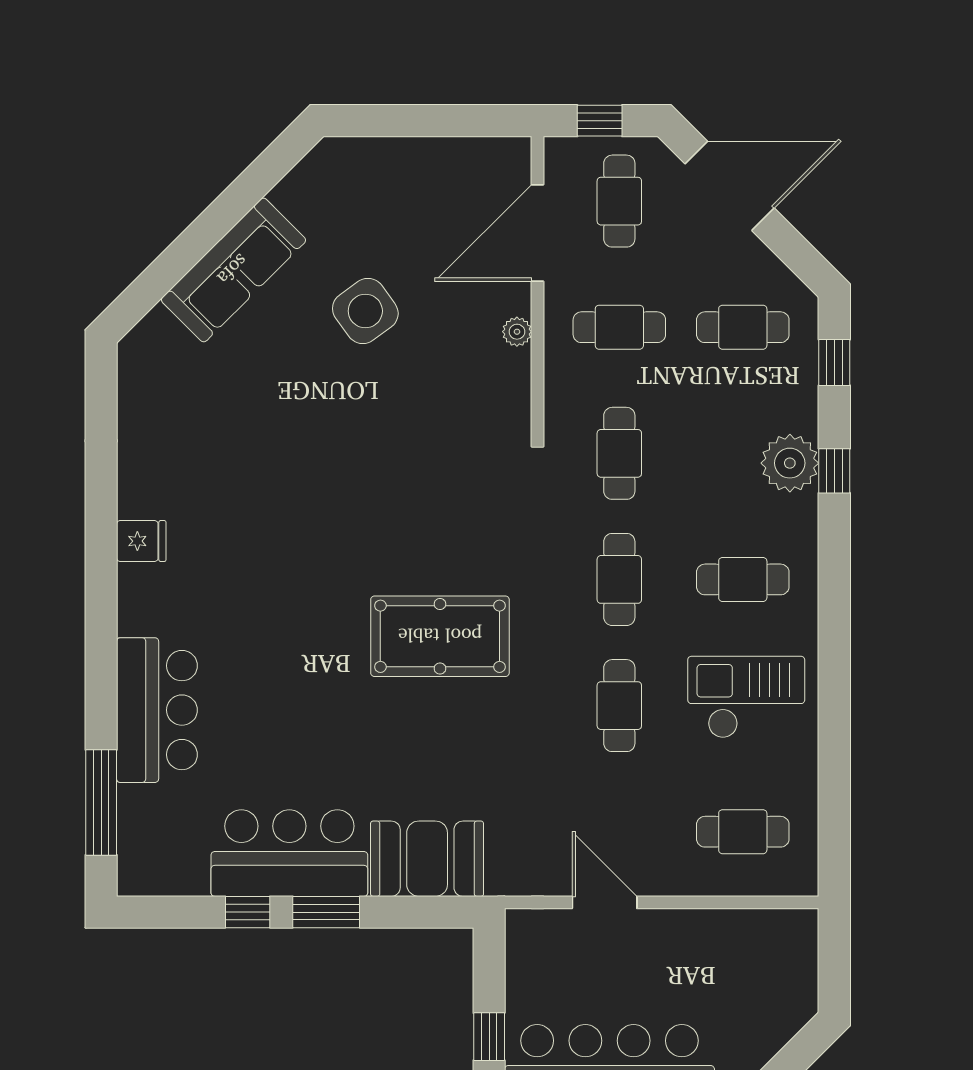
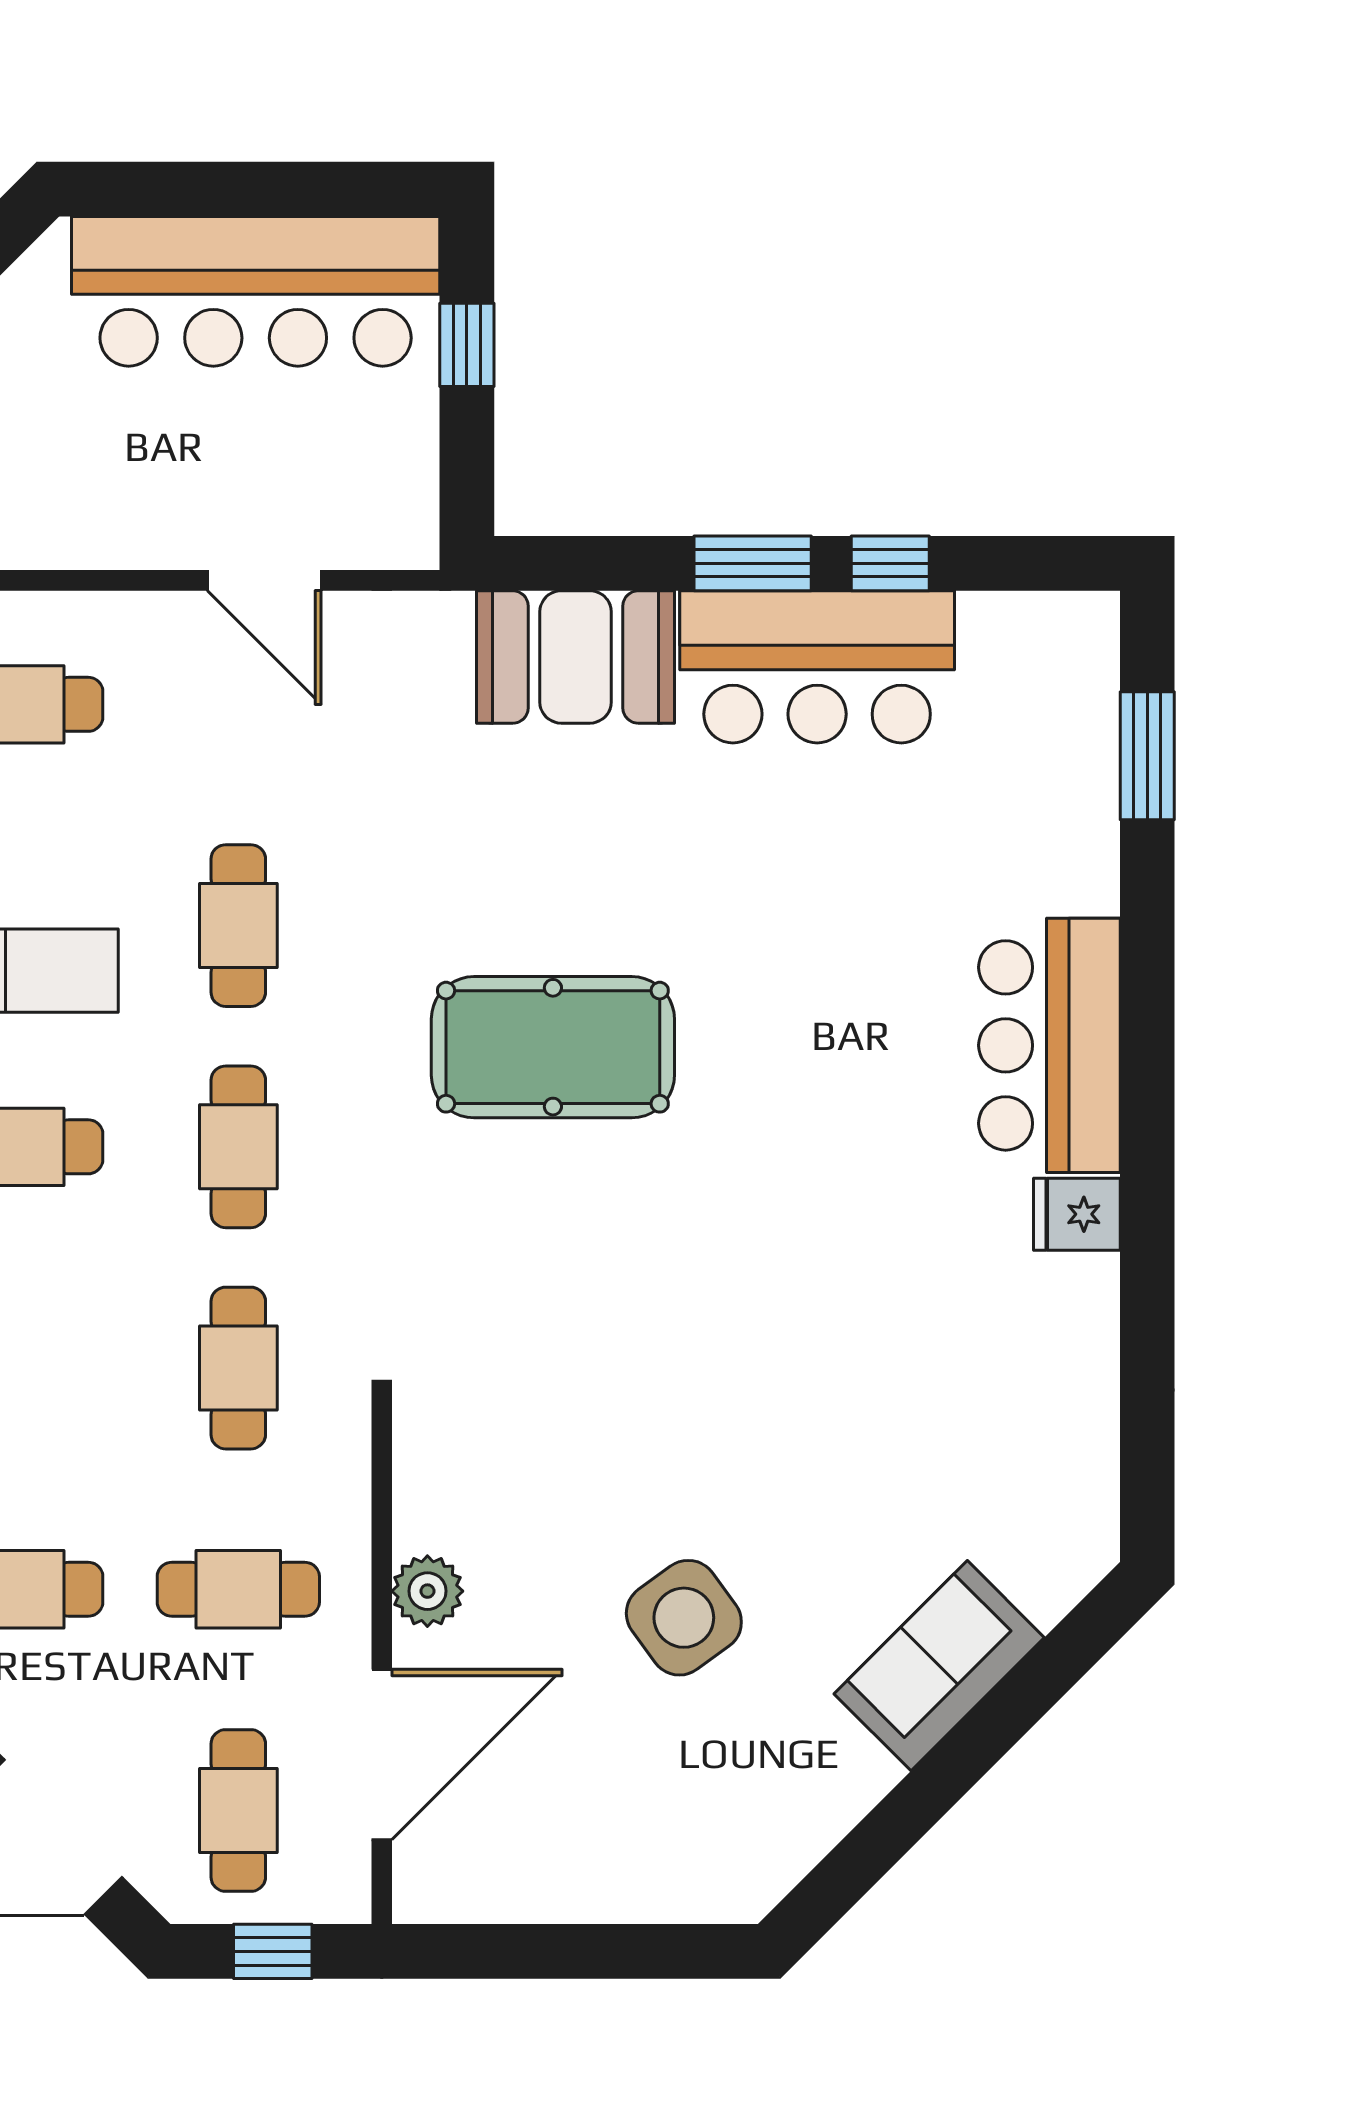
sofa: (233, 270) -> (939, 1666), width x0.73
plant: (517, 332) -> (427, 1591), width x1.38, depth x1.38
bar counter: (157, 710) -> (1049, 1045), moved
window: (101, 802) -> (1147, 756), width x0.69

